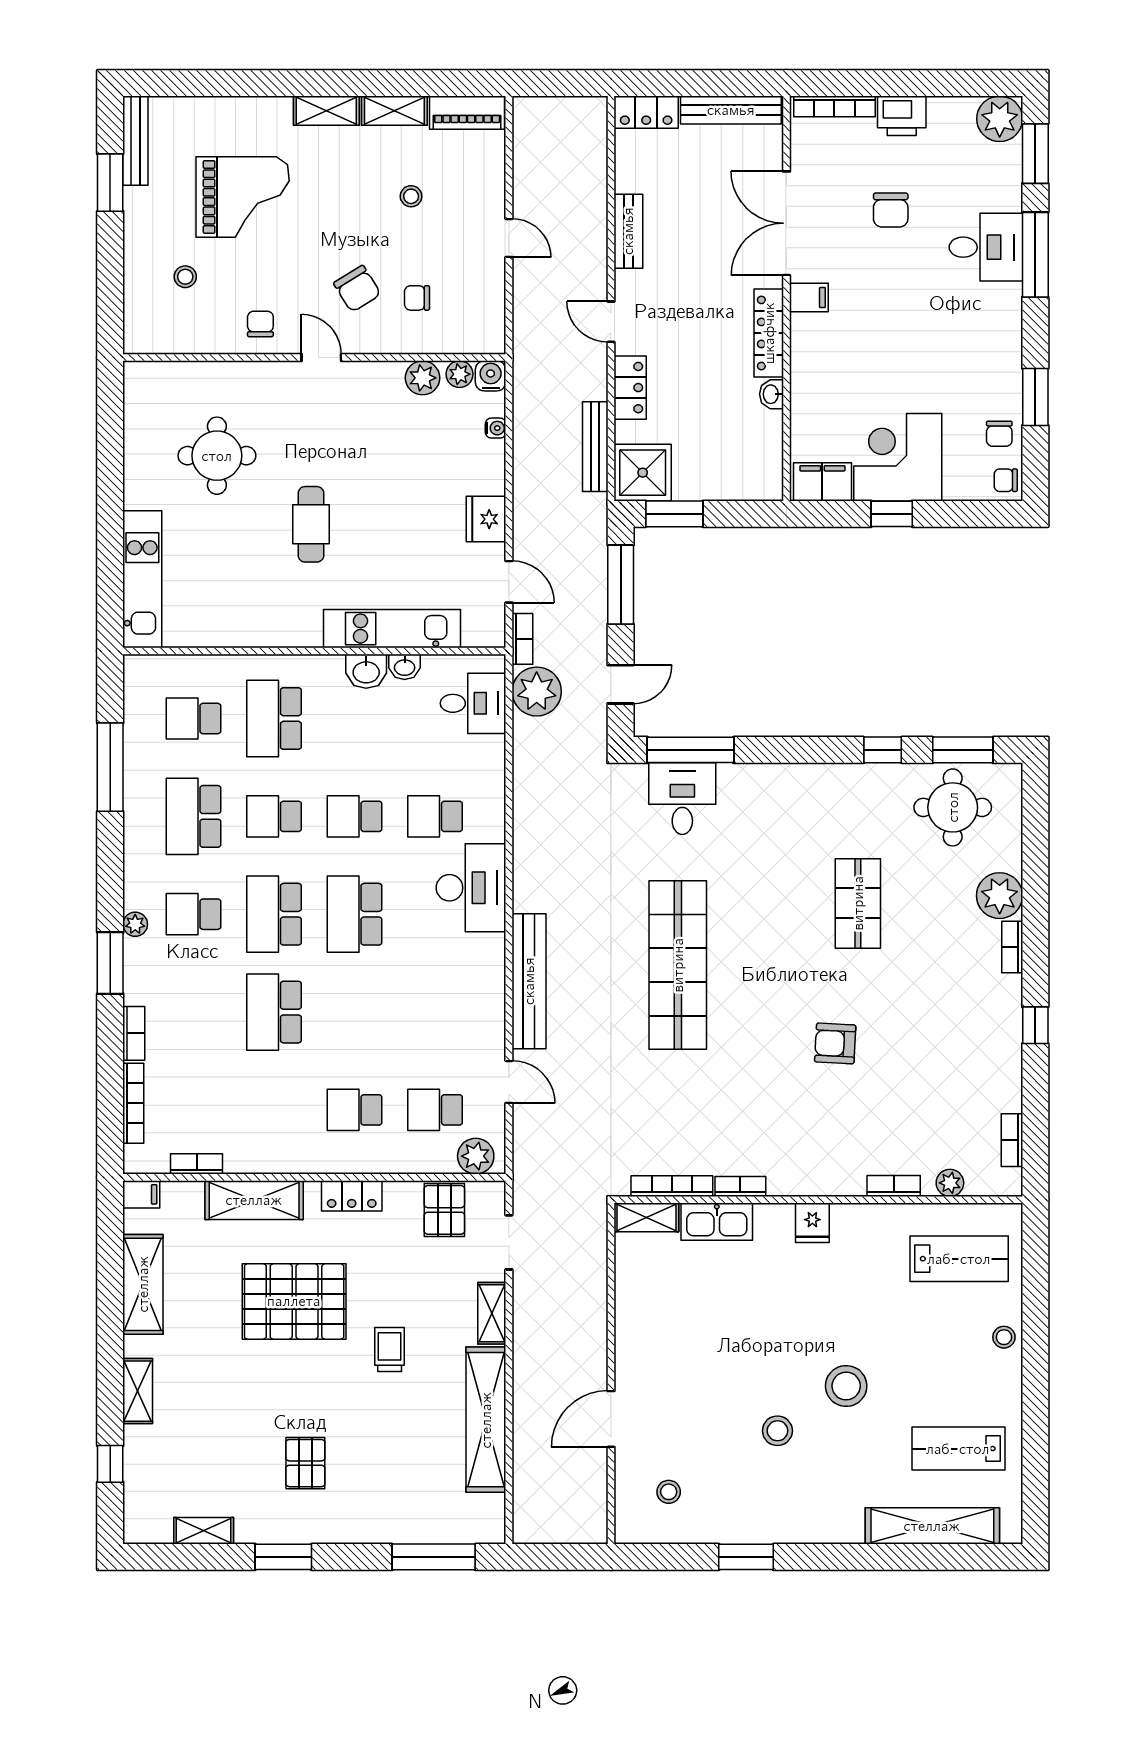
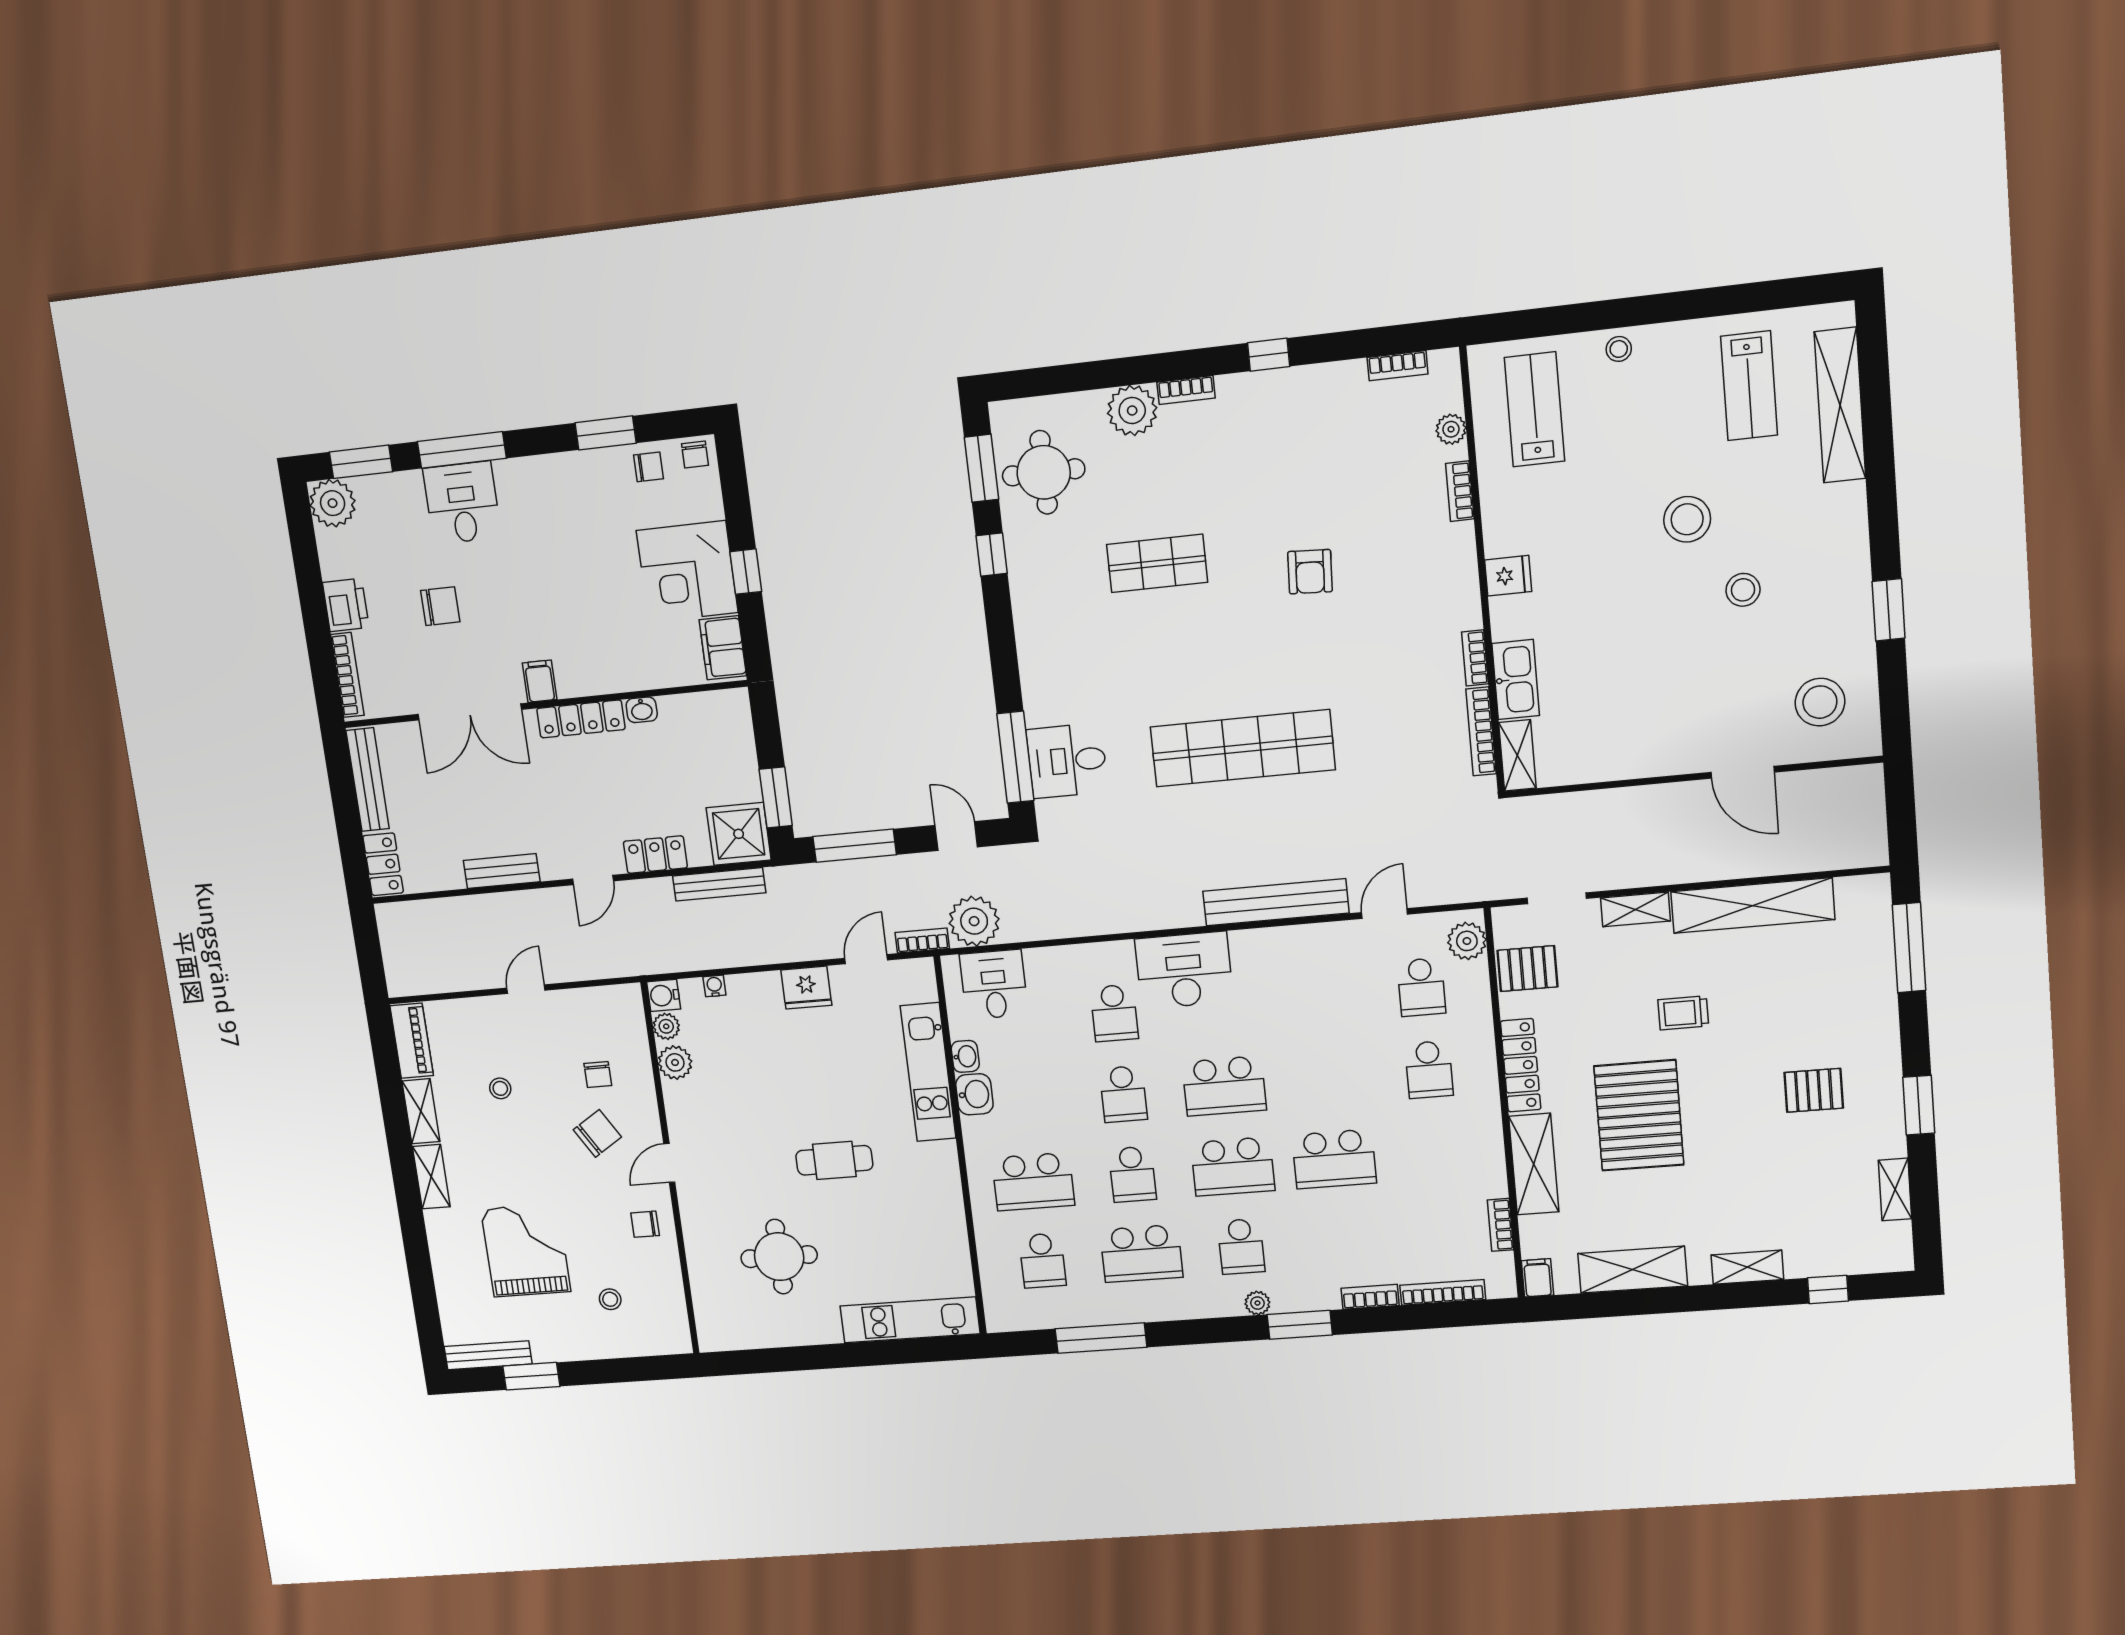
locker: (352, 1196) -> (1521, 1065), width x1.53
stool: (669, 1492) -> (1820, 702), width x1.89, depth x1.89

